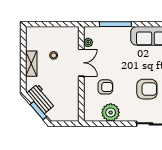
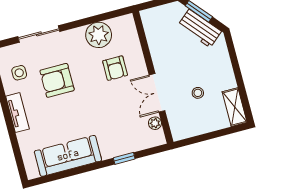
window: (115, 24) -> (124, 158), width x0.46
shelving: (31, 64) -> (235, 107), moved
armchair: (105, 87) -> (115, 68), turned -90

